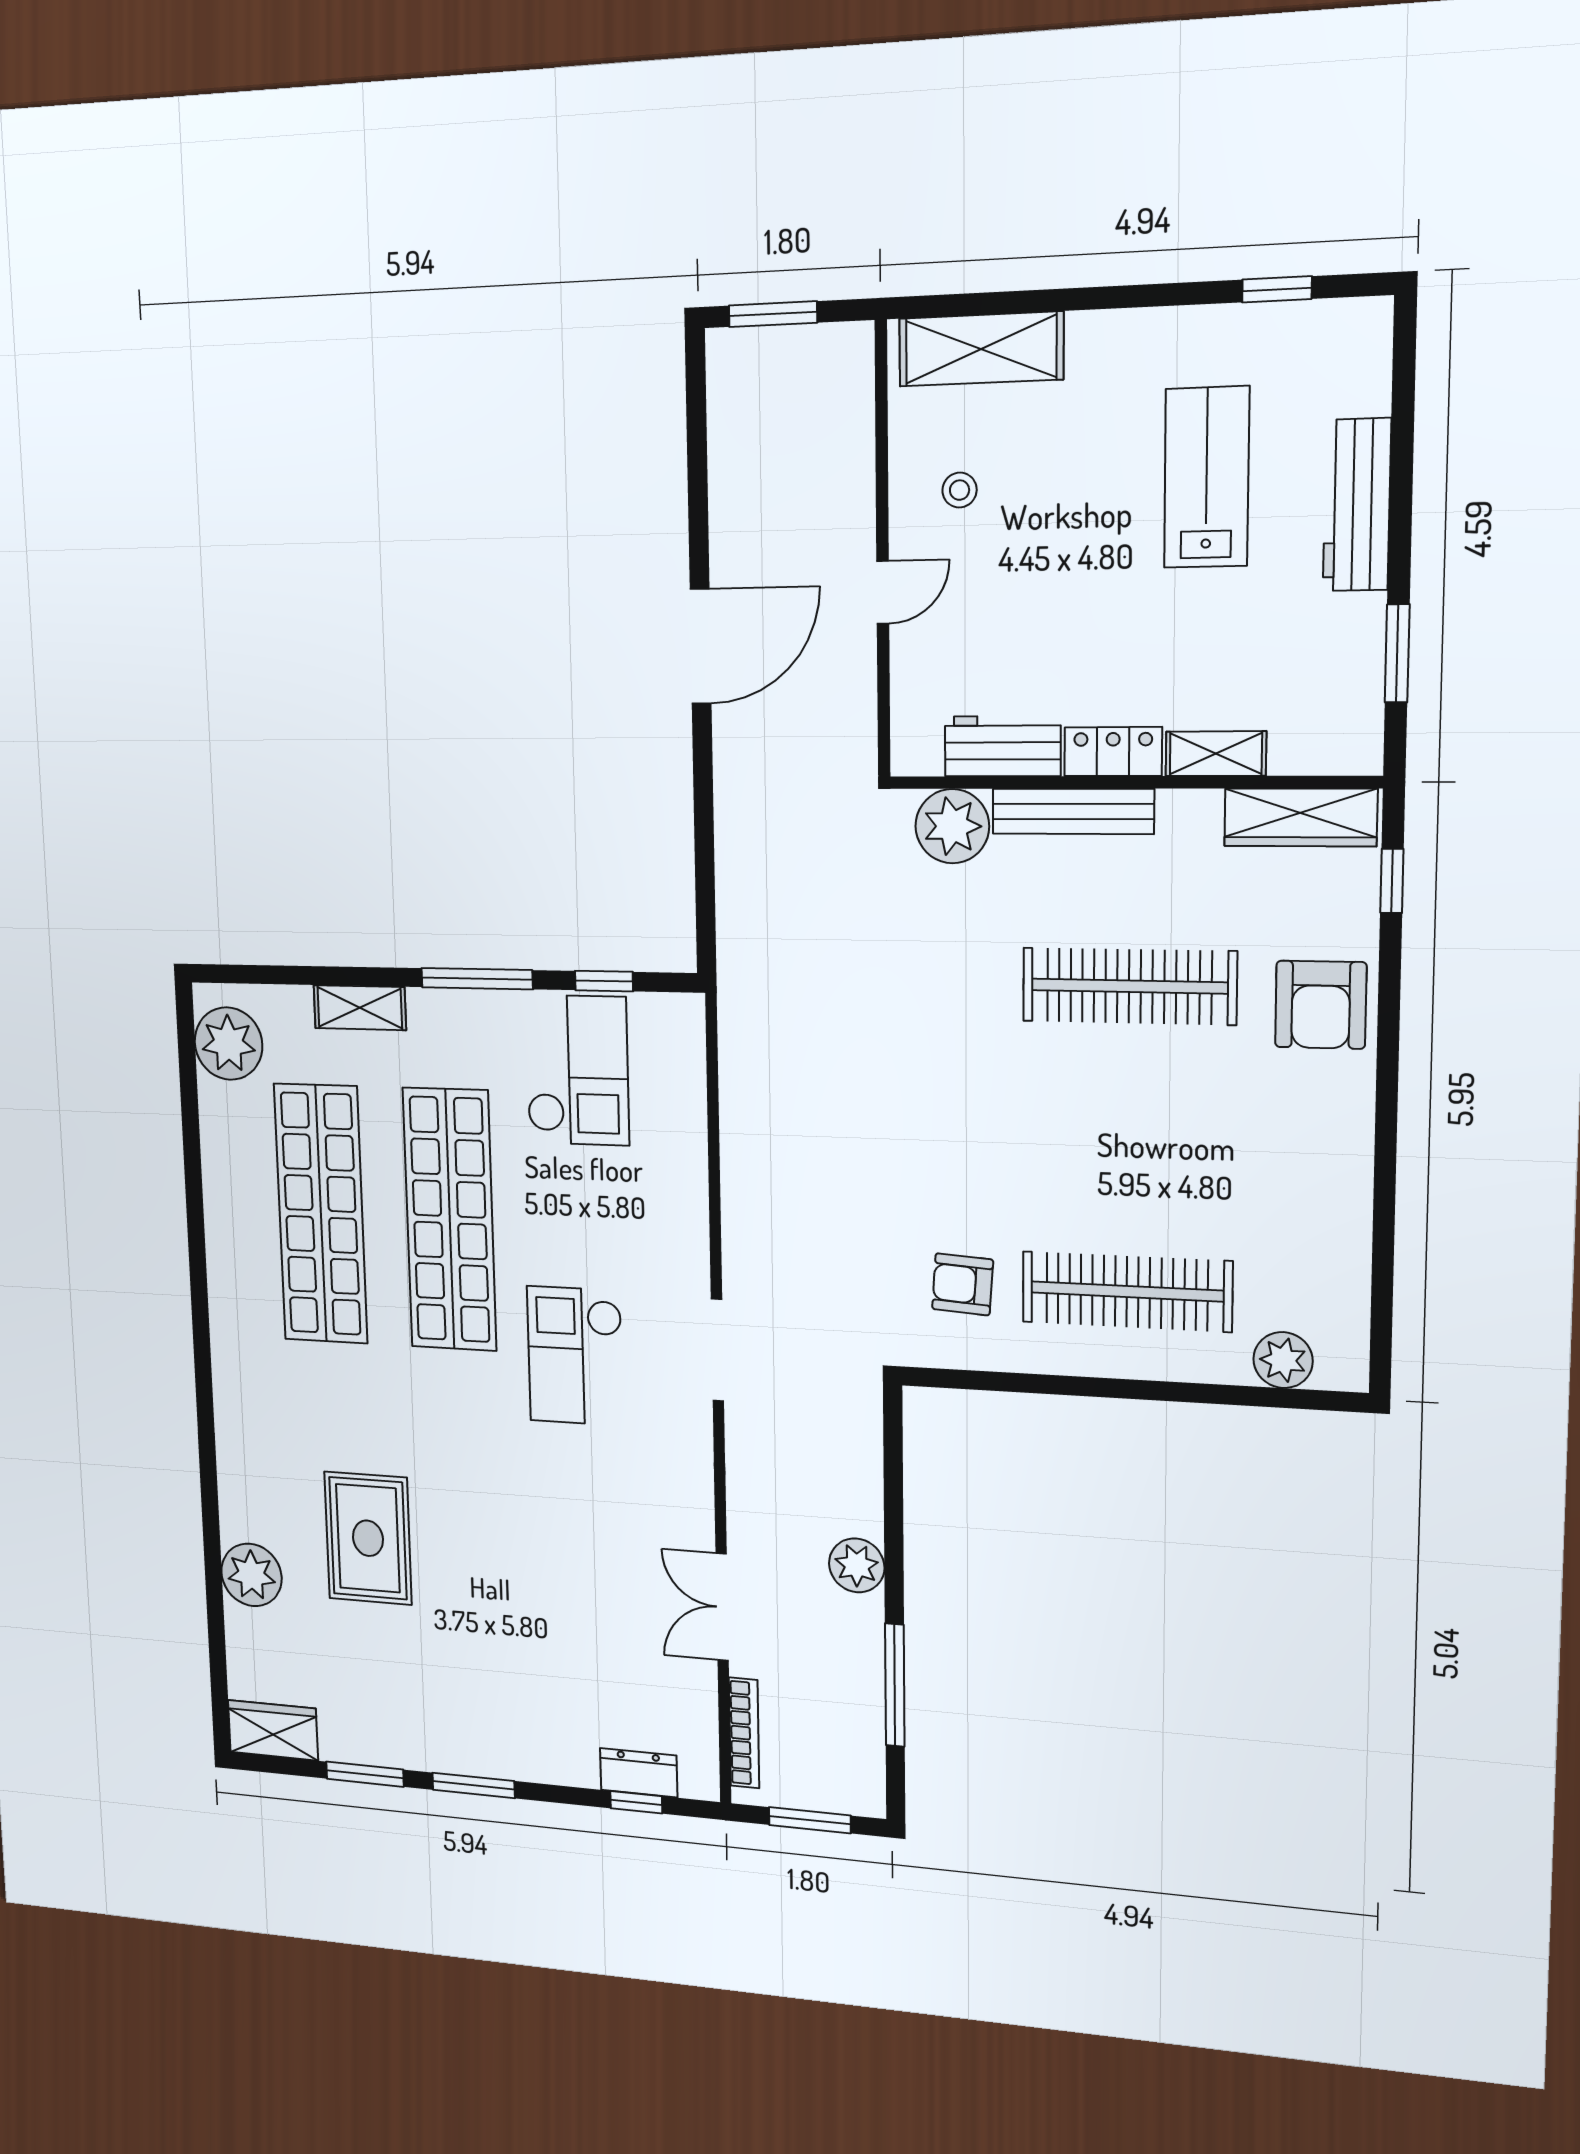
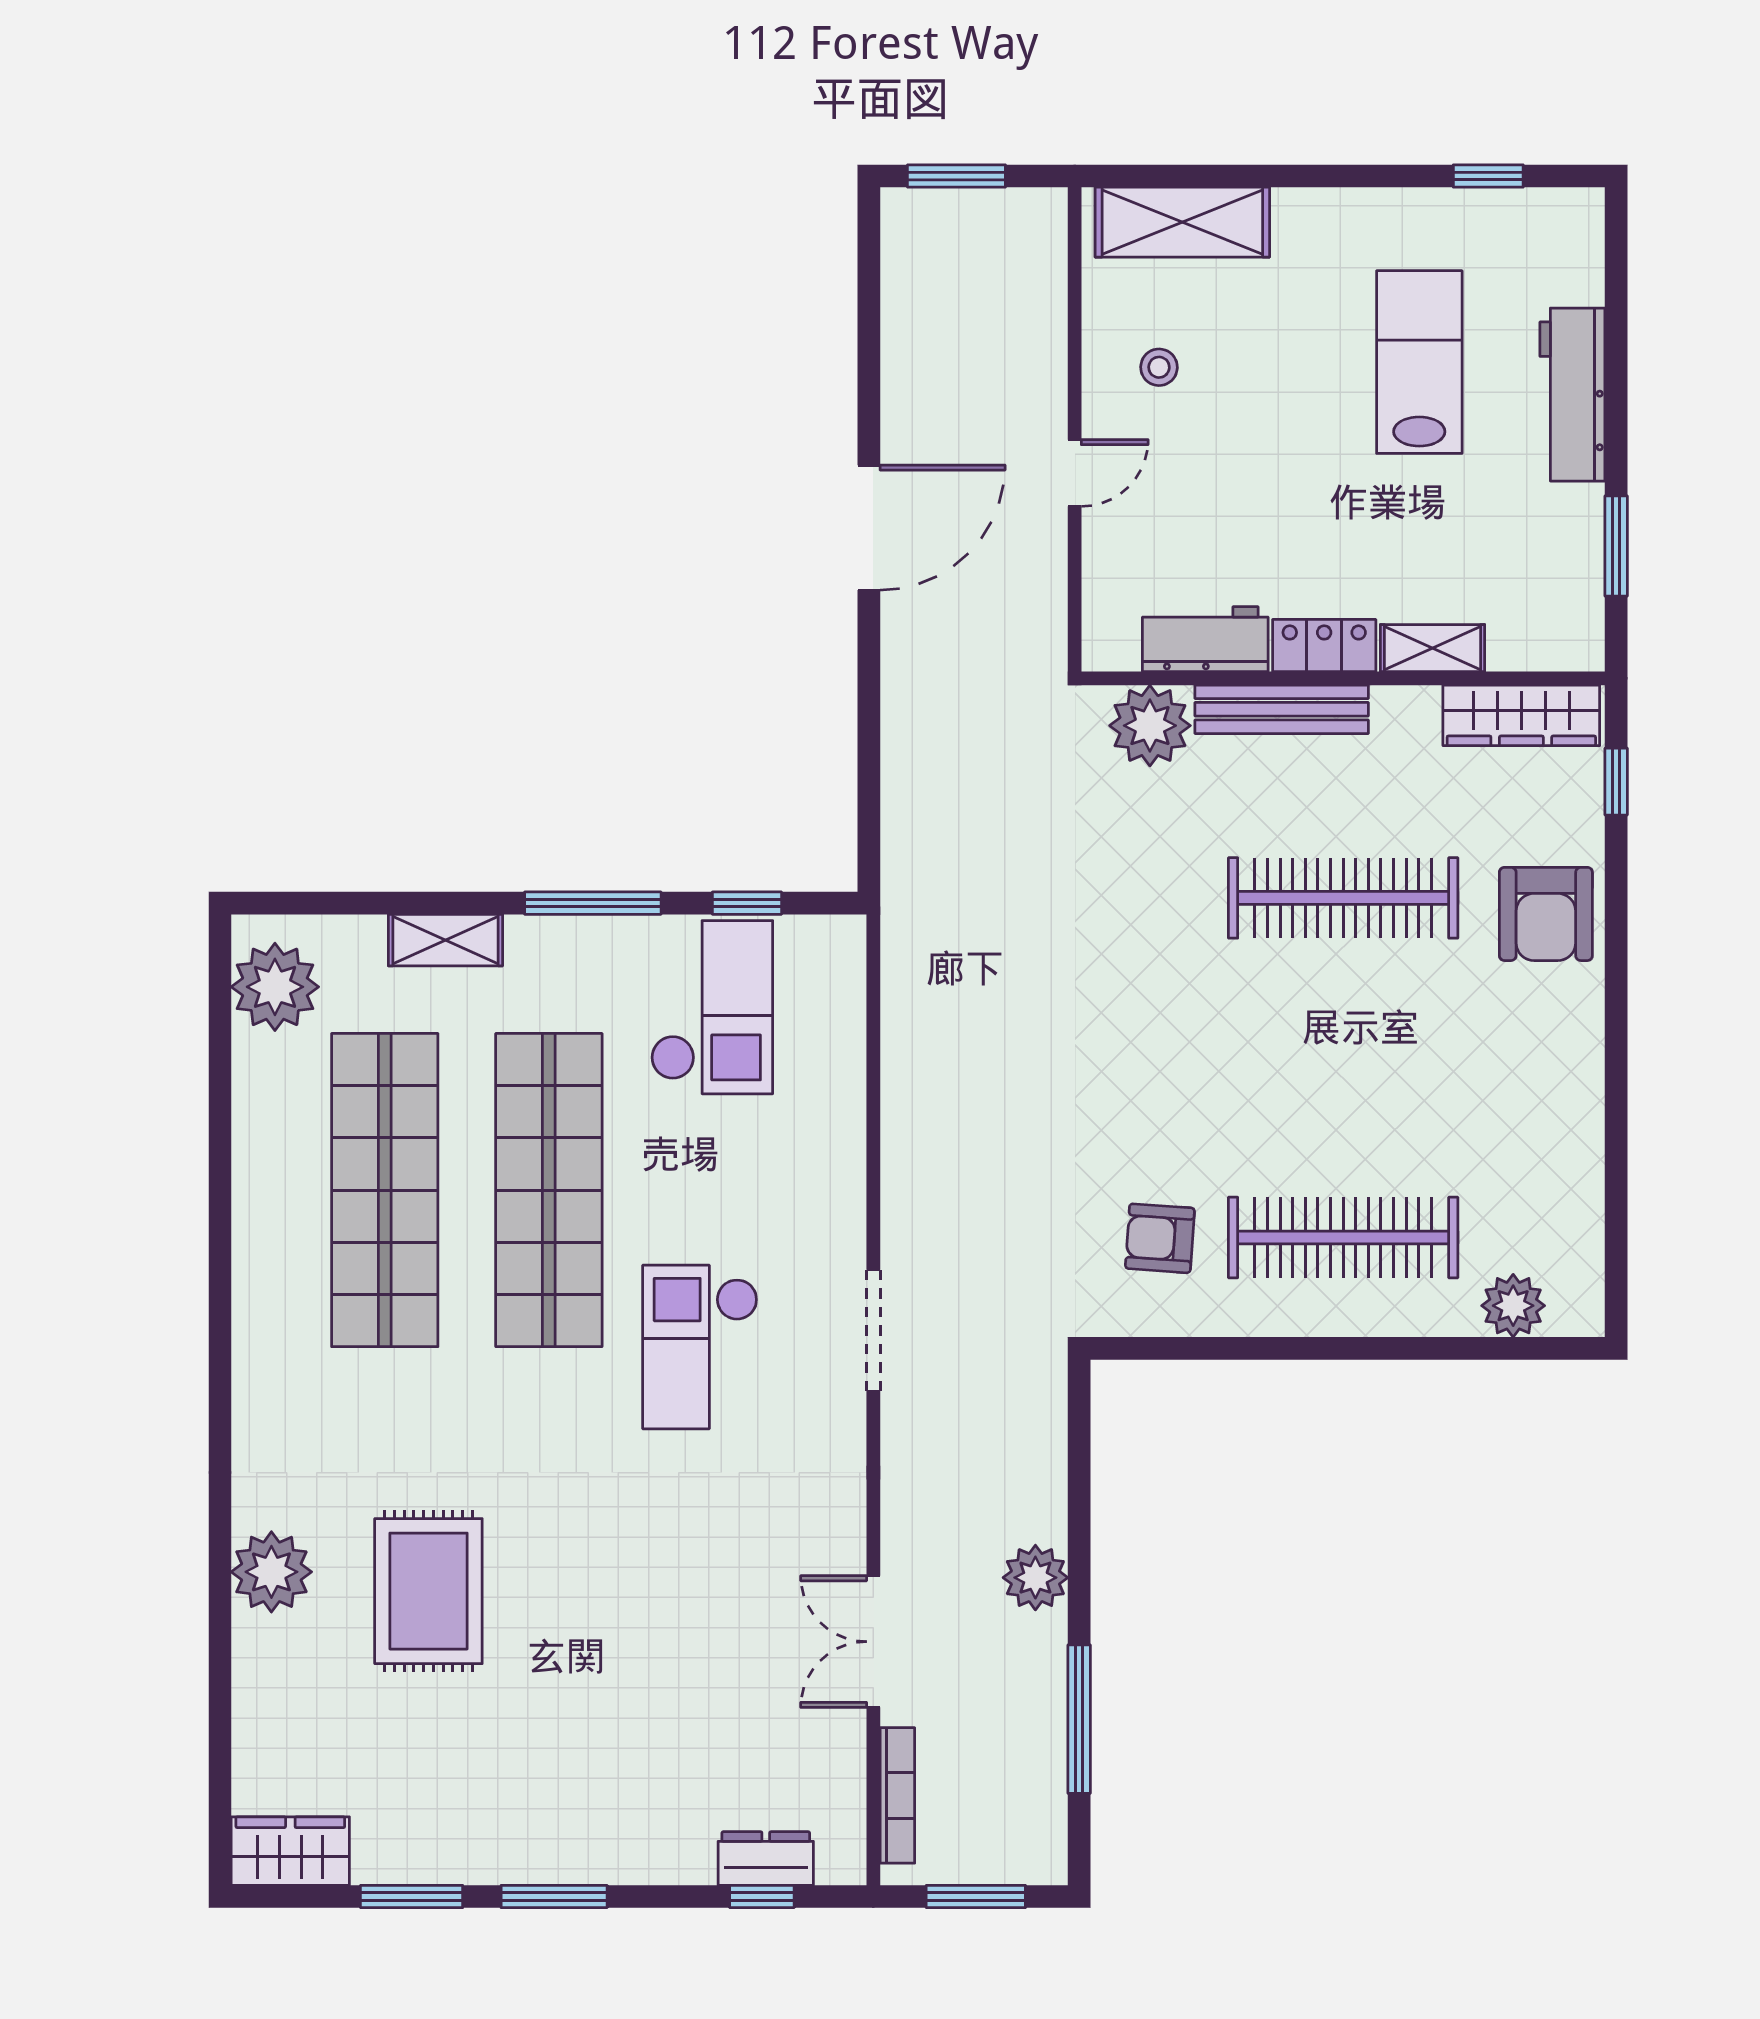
plant: (251, 1575) -> (271, 1572), moved

